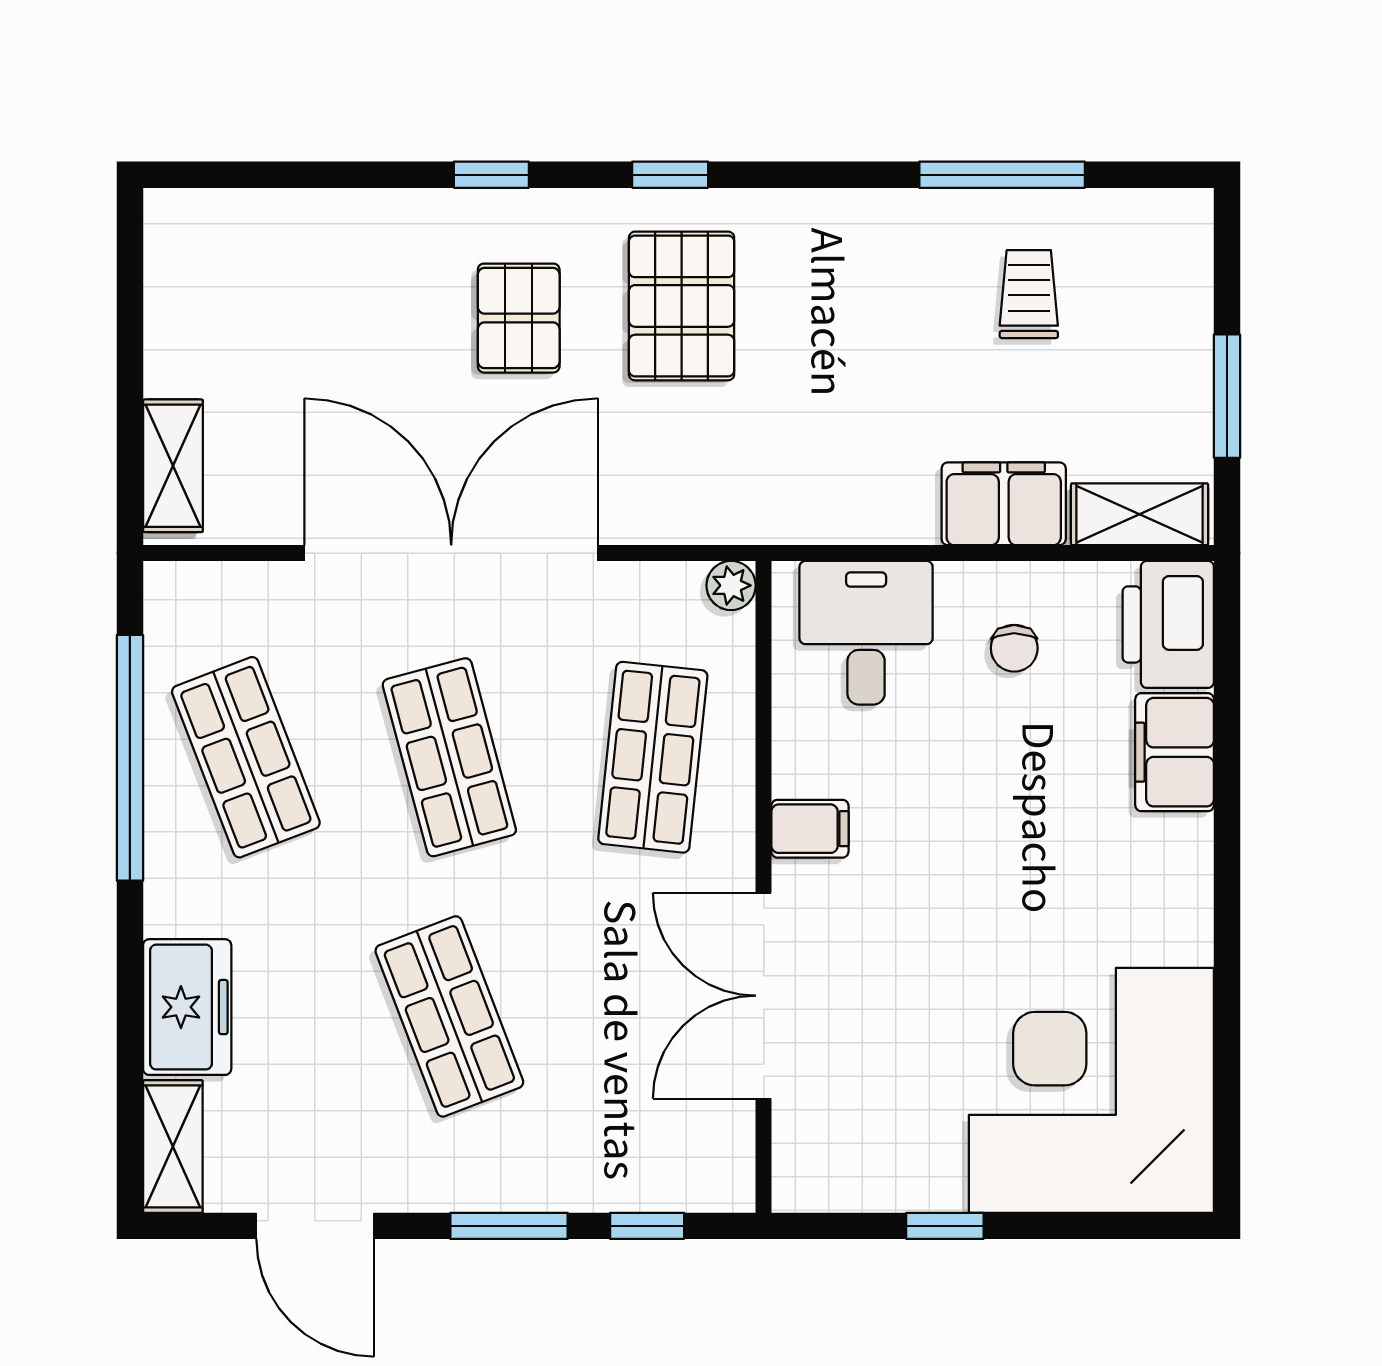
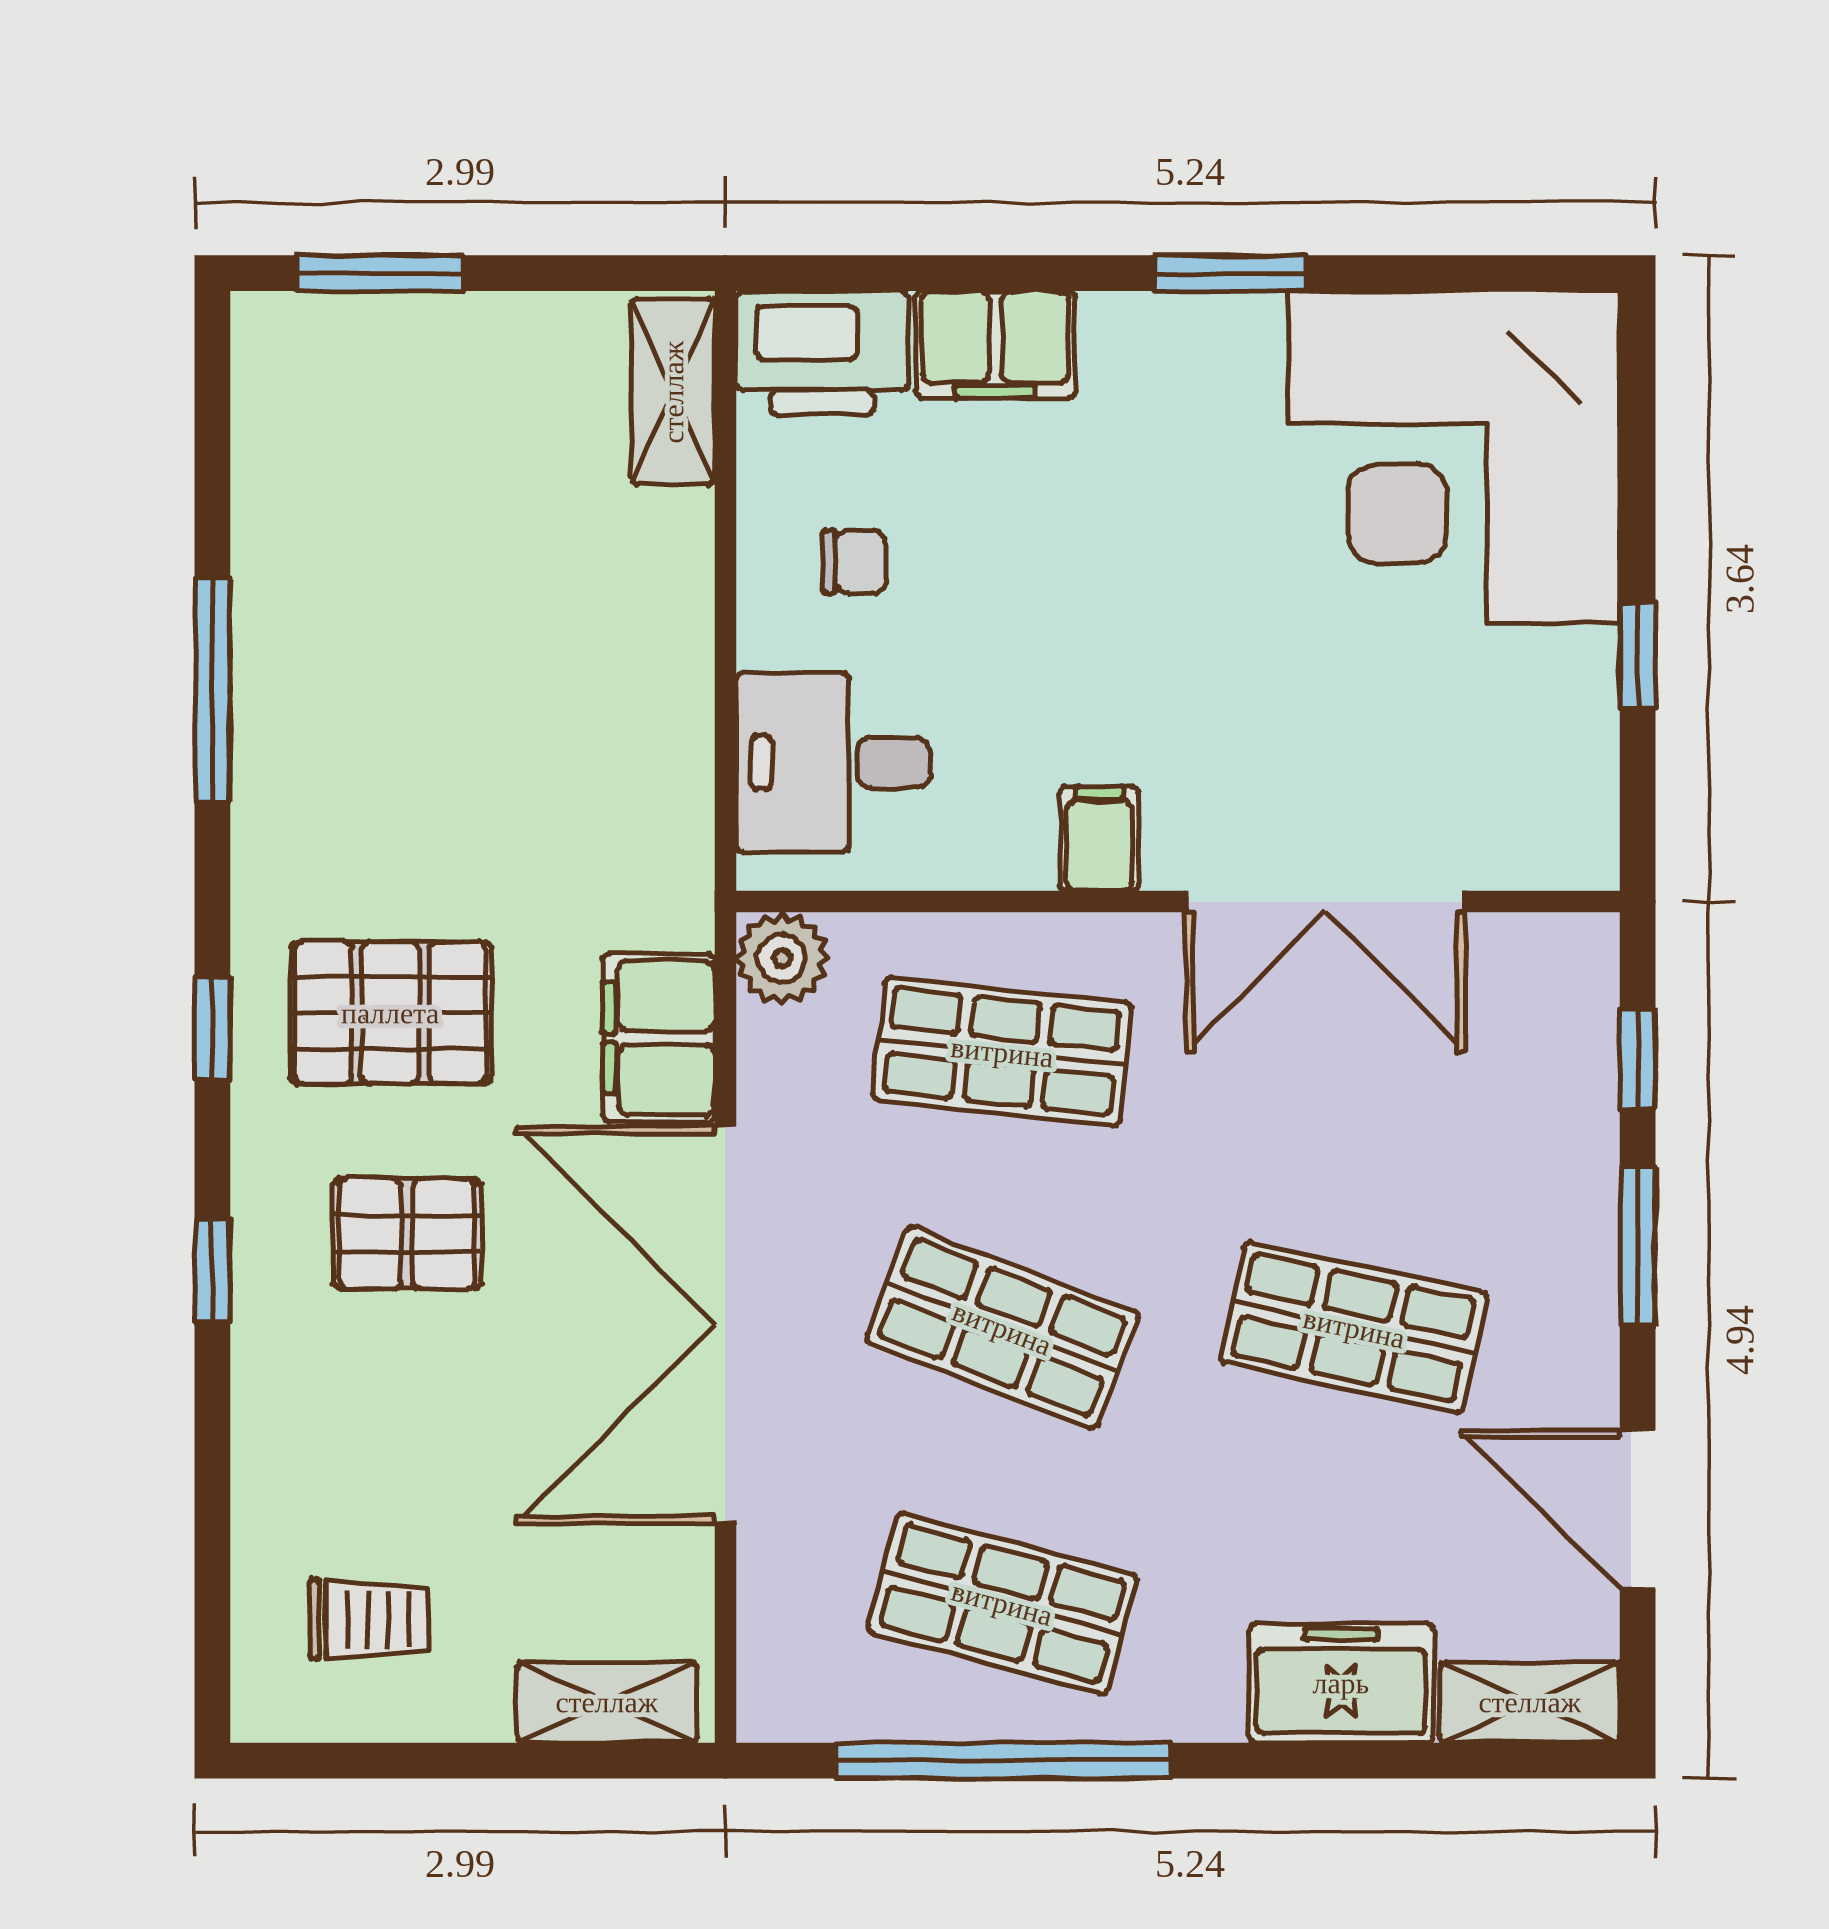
window: (1002, 175) -> (212, 690), moved
trolley: (1029, 294) -> (369, 1619), moved, turned 180
window: (1227, 396) -> (380, 273), moved
filing cabinet: (1004, 504) -> (659, 1038), moved
plant: (731, 585) -> (782, 958), width x1.38, depth x1.38
shop shelf: (246, 757) -> (1002, 1603), turned 36
shop shelf: (449, 757) -> (1002, 1328), turned 36
window: (1227, 925) -> (1230, 273), added
shop shelf: (449, 1016) -> (1354, 1328), turned 33
door: (315, 1226) -> (1638, 1509), swing flipped

